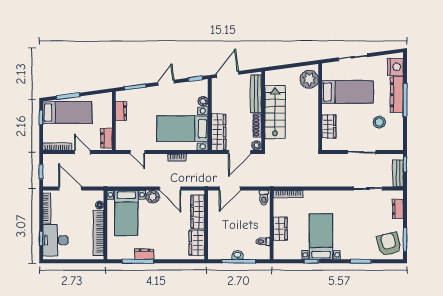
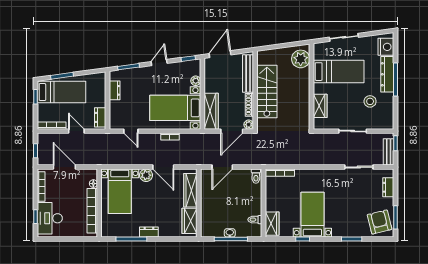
wardrobe: (280, 229) -> (272, 224), moved
dresser: (145, 254) -> (149, 232), moved

